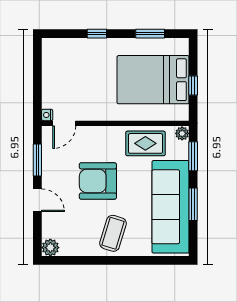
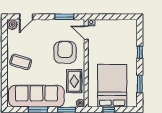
armchair: (98, 181) -> (65, 52), moved
door: (37, 200) -> (26, 17), moved

